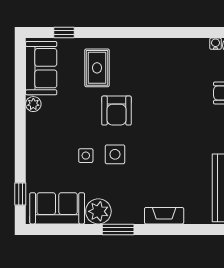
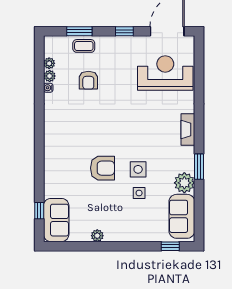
sofa: (41, 68) -> (56, 220), moved, turned 90
rug: (97, 68) -> (68, 184), removed

